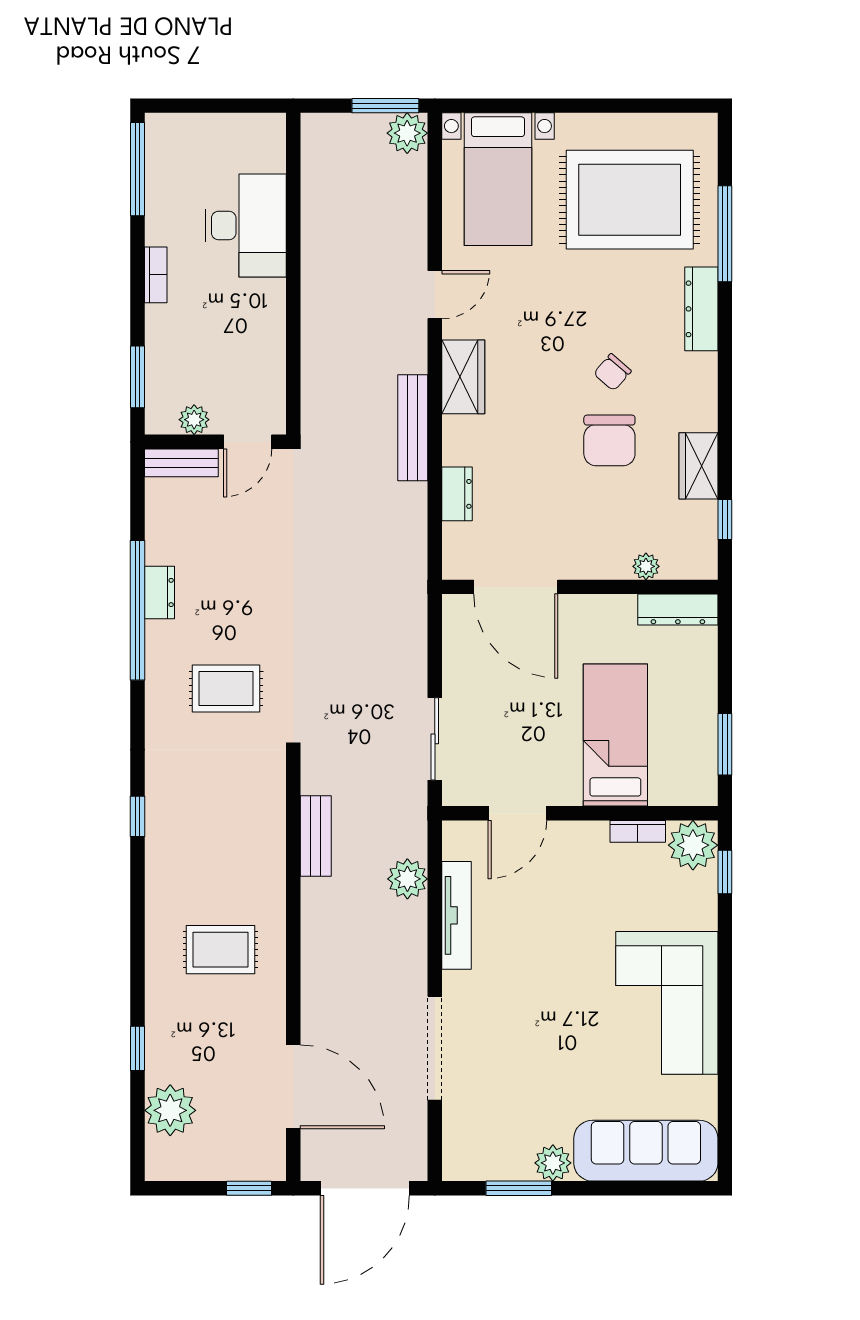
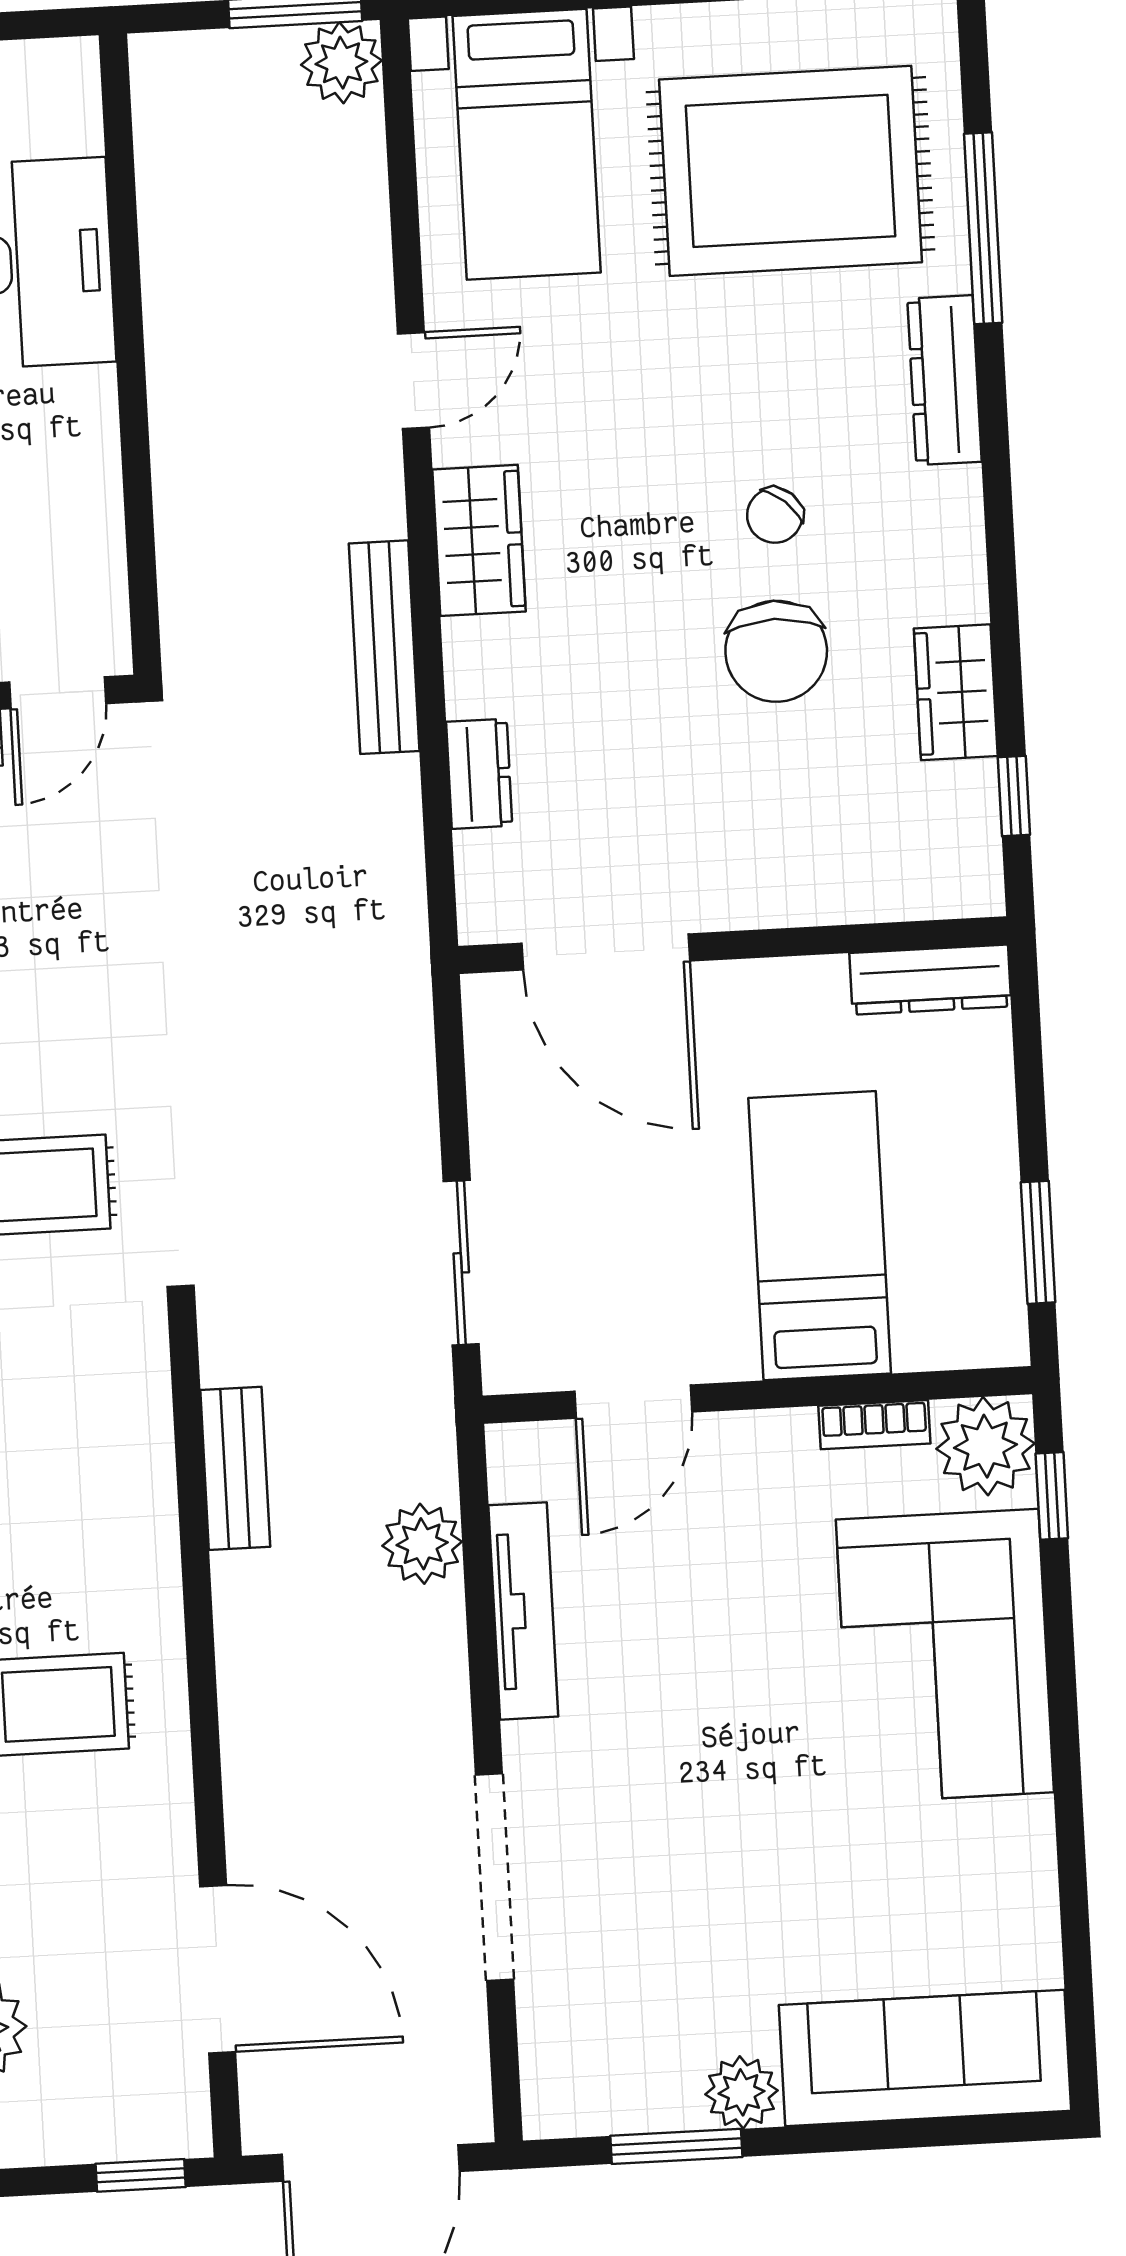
plant: (646, 566) -> (862, 897), removed
corner sofa: (667, 1003) -> (945, 1656), moved

